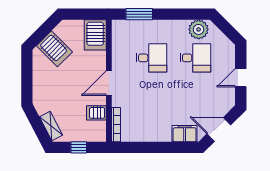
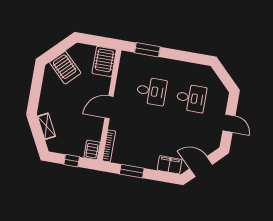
plant: (199, 29) -> (199, 73), removed
door: (241, 78) -> (229, 123), swing flipped
server rack: (96, 113) -> (92, 150), moved, turned 90
shelving: (51, 126) -> (47, 126), moved
window: (145, 147) -> (132, 171), added

